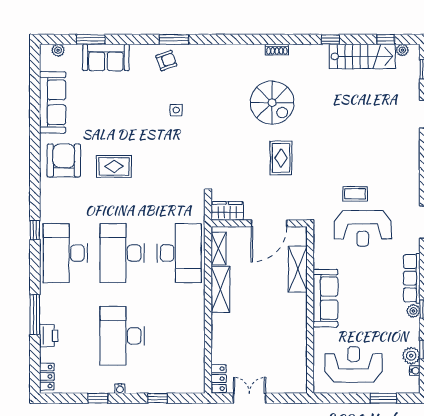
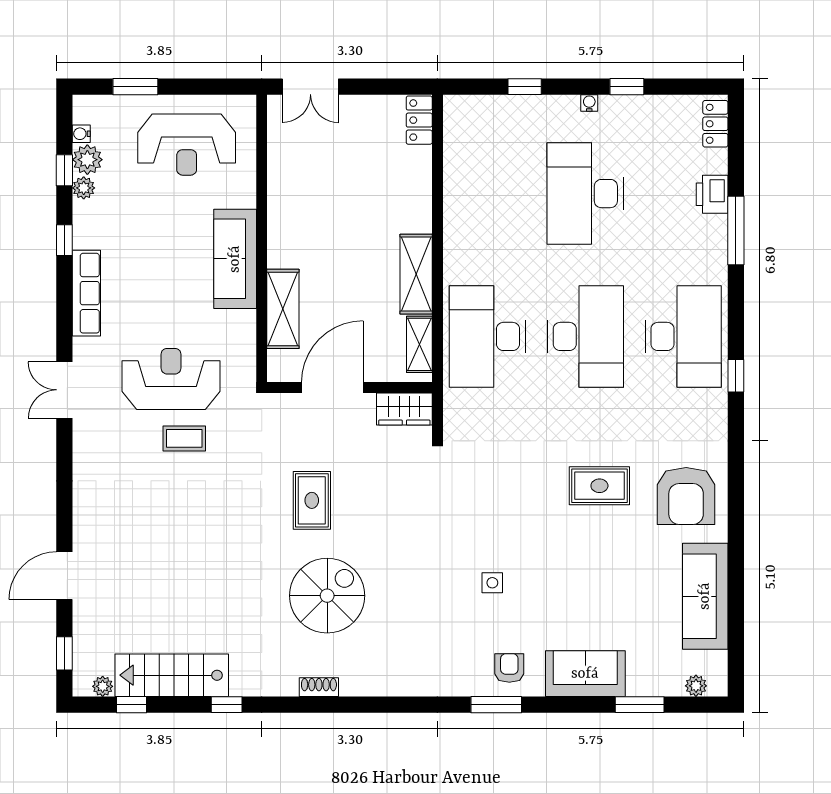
sofa: (106, 57) -> (585, 674), moved
armchair: (166, 61) -> (509, 668), turned 110
spiral stairs: (272, 103) -> (327, 596), turned 90
plant: (413, 311) -> (84, 188), moved
desk: (122, 336) -> (585, 194), turned 180
double door: (249, 398) -> (310, 87), moved

